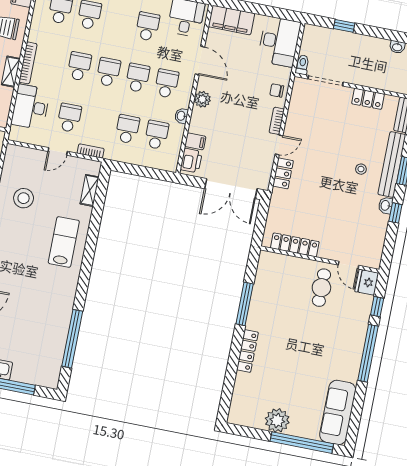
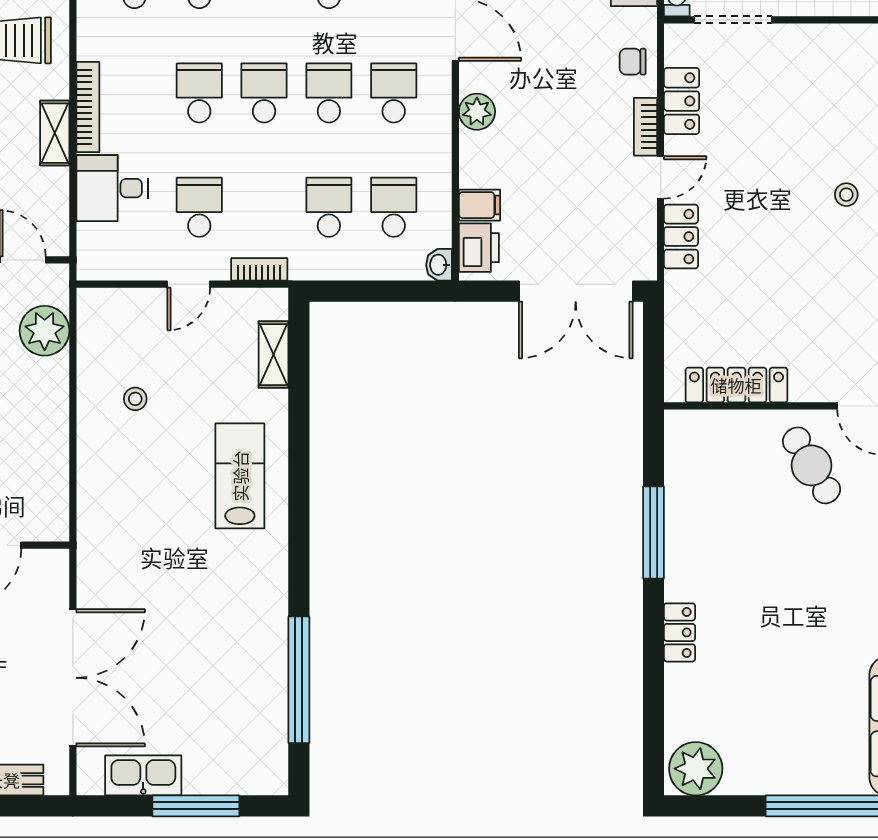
locker: (368, 99) -> (682, 101), moved, turned -90
desk: (31, 107) -> (112, 188), width x0.73
washbasin: (181, 116) -> (439, 265), moved
stool: (24, 198) -> (135, 399), width x0.53, depth x0.53
cafe table: (321, 288) -> (811, 465), turned -31
locker: (247, 351) -> (680, 632), width x0.66
plant: (277, 420) -> (696, 769), moved

